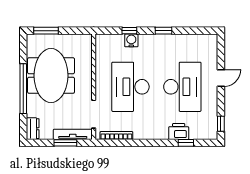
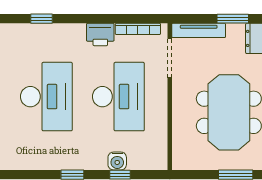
desk: (182, 87) -> (46, 97), turned 180
printer: (179, 131) -> (100, 34), moved
window: (65, 143) -> (233, 19), moved

